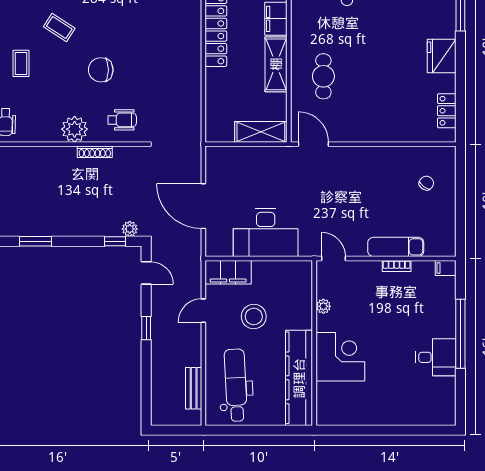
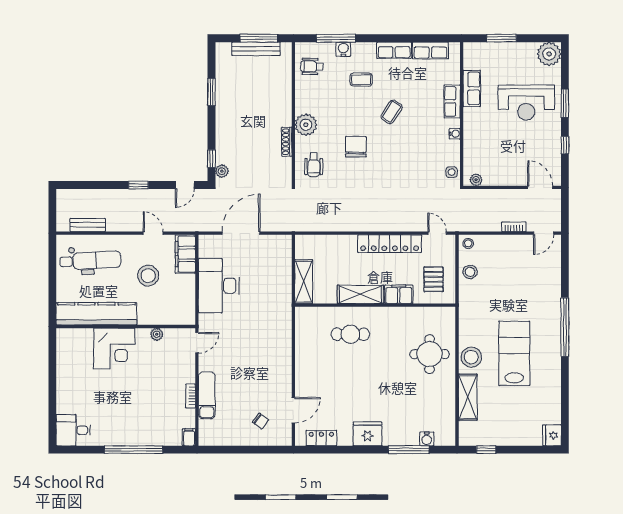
door: (313, 144) -> (293, 410), moved
desk: (436, 357) -> (73, 430), moved, turned 90

